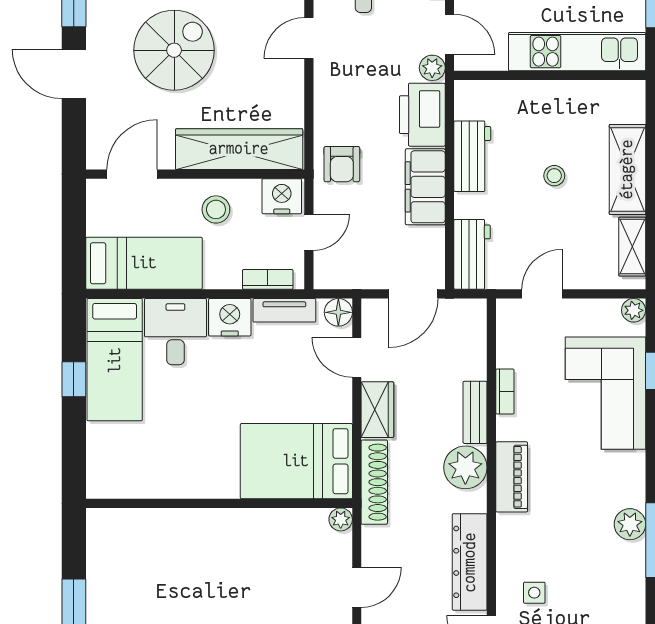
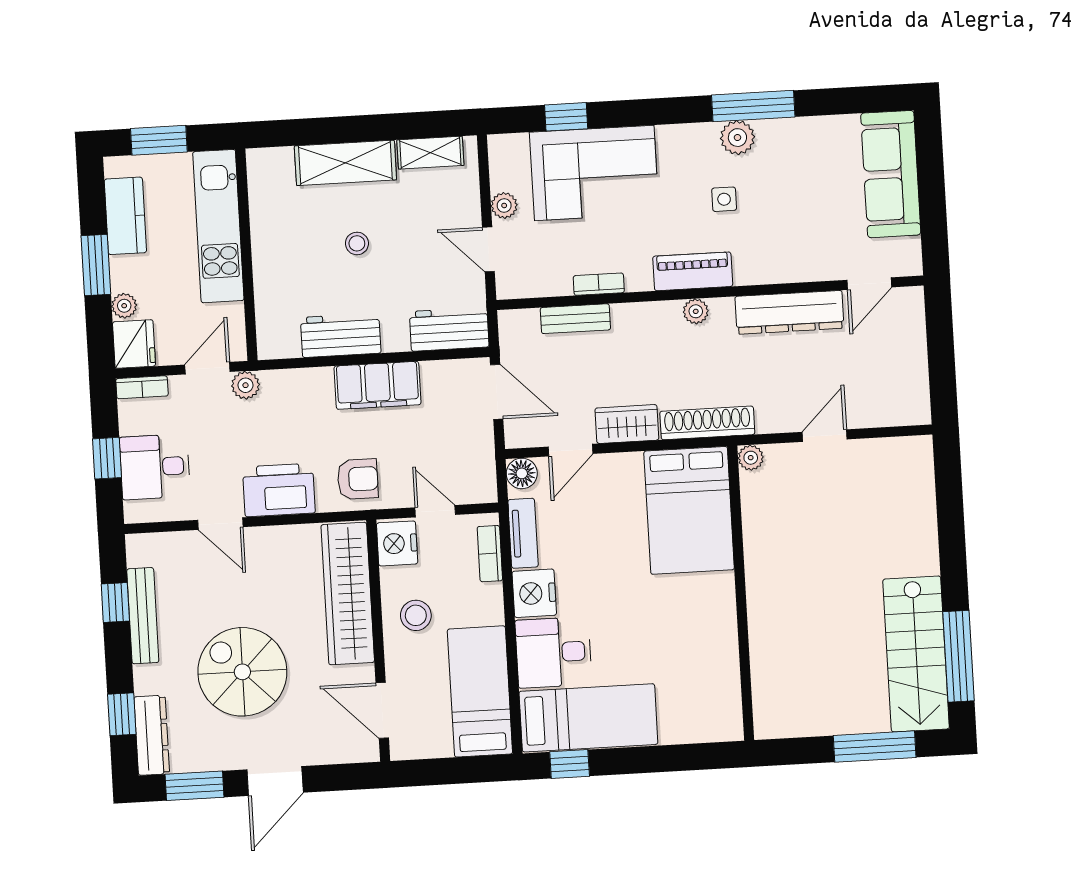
printer: (422, 115) -> (279, 490), moved, turned 180
plant: (634, 310) -> (504, 205), moved
window: (74, 379) -> (570, 764), moved
bench: (475, 412) -> (575, 319), moved
plant: (465, 467) -> (696, 311), width x0.53, depth x0.53
door: (357, 587) -> (825, 436), hinge flipped
side table: (534, 593) -> (724, 199), moved

